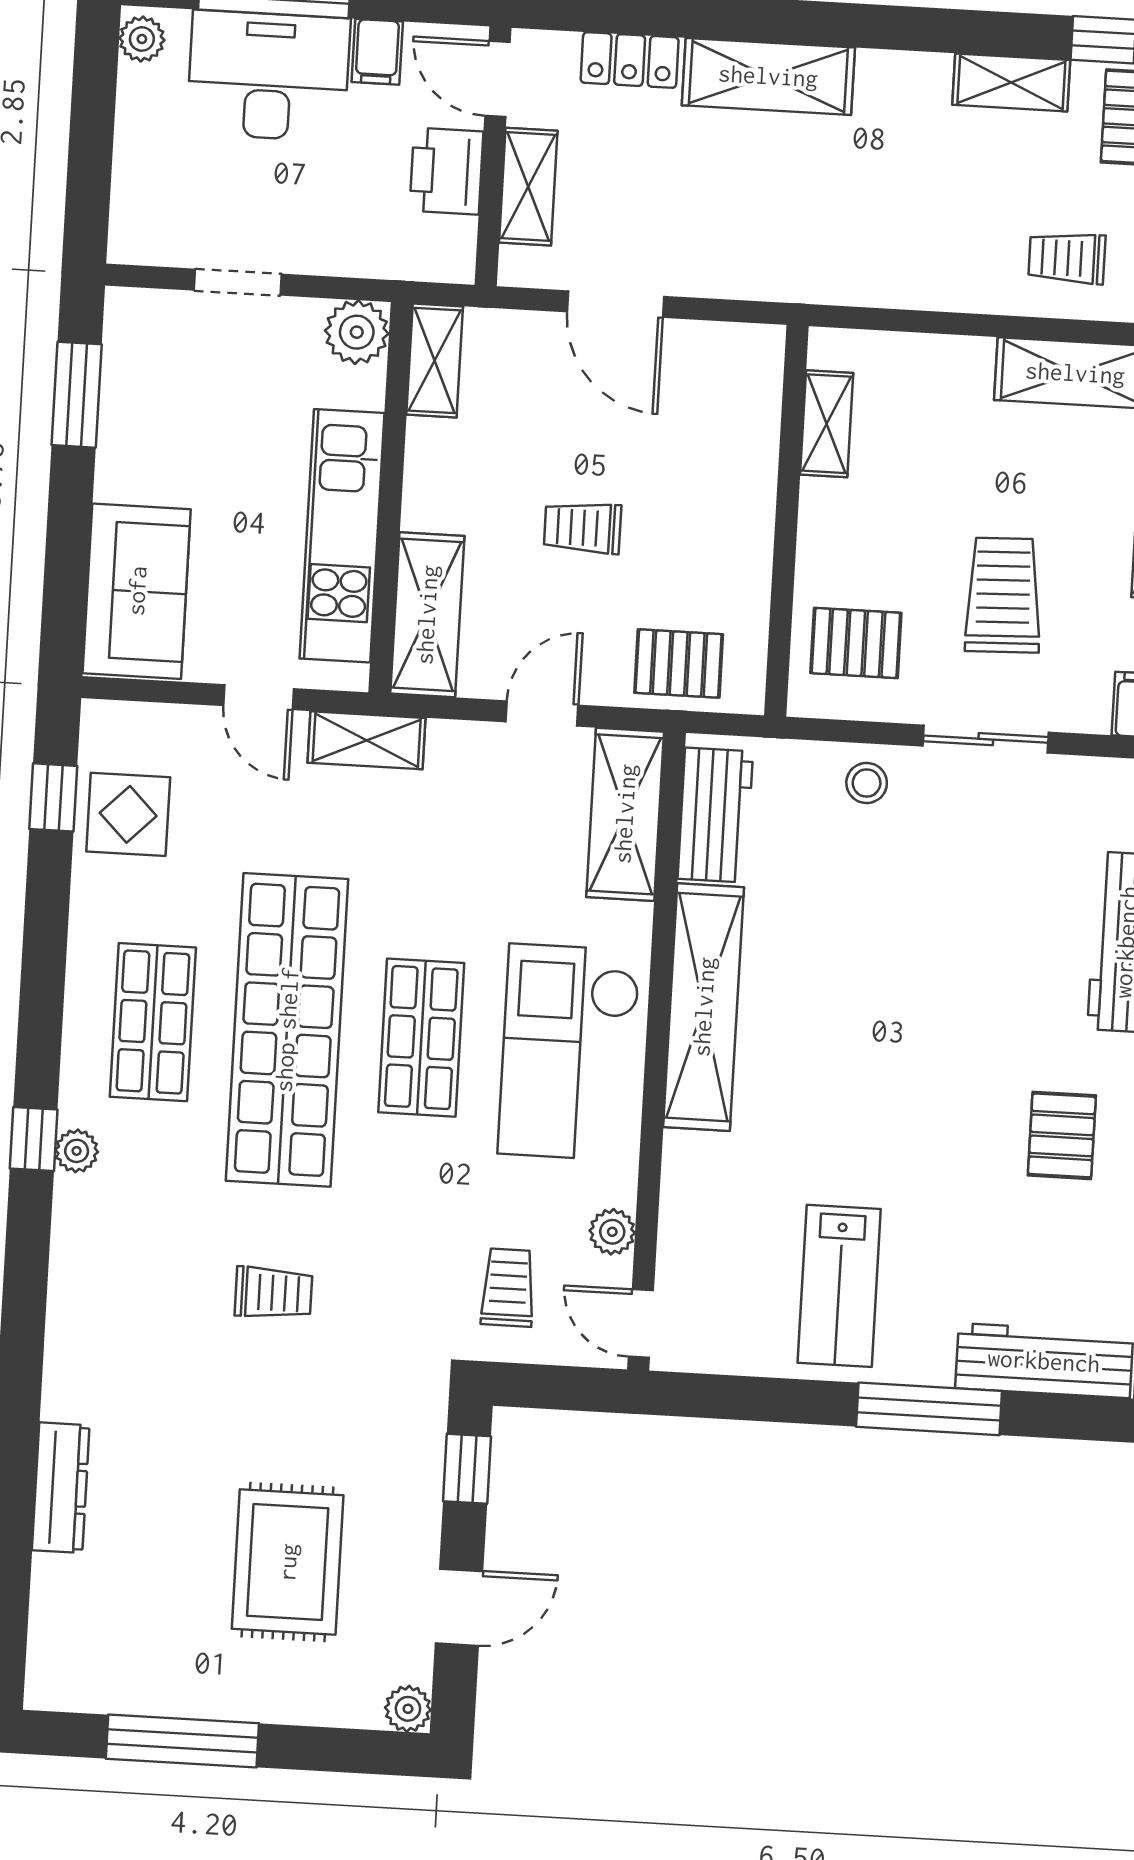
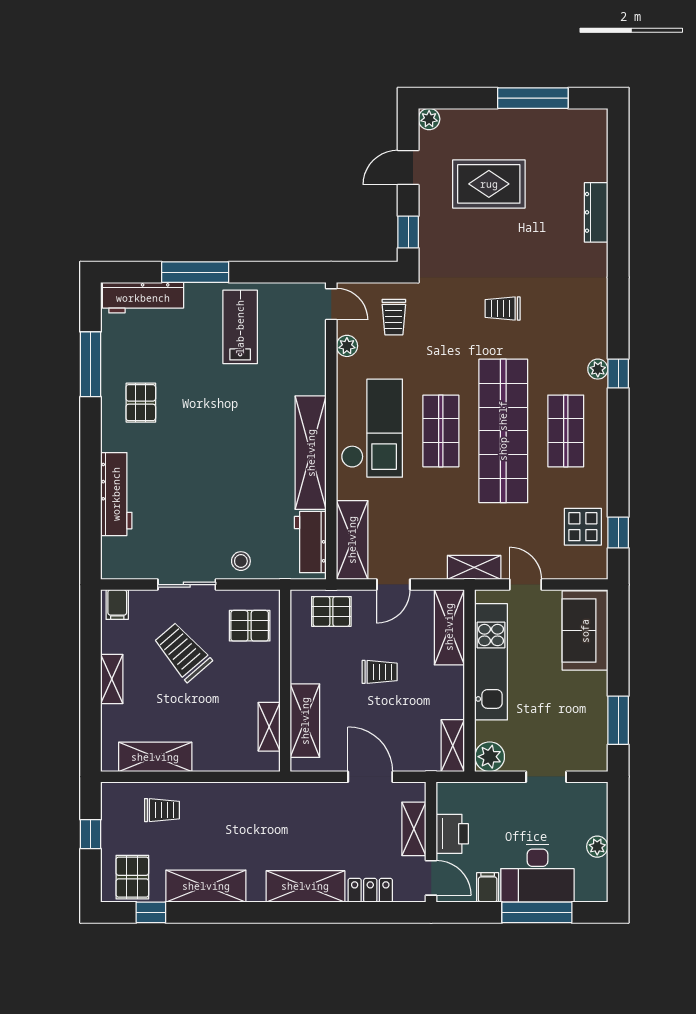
plant: (142, 39) -> (597, 847), moved
shelving: (1011, 82) -> (206, 886), width x1.50, depth x1.33
shelving: (749, 432) -> (305, 721), added
trolley: (1003, 595) -> (183, 652), turned 141
rug: (288, 1562) -> (489, 184), turned 90

